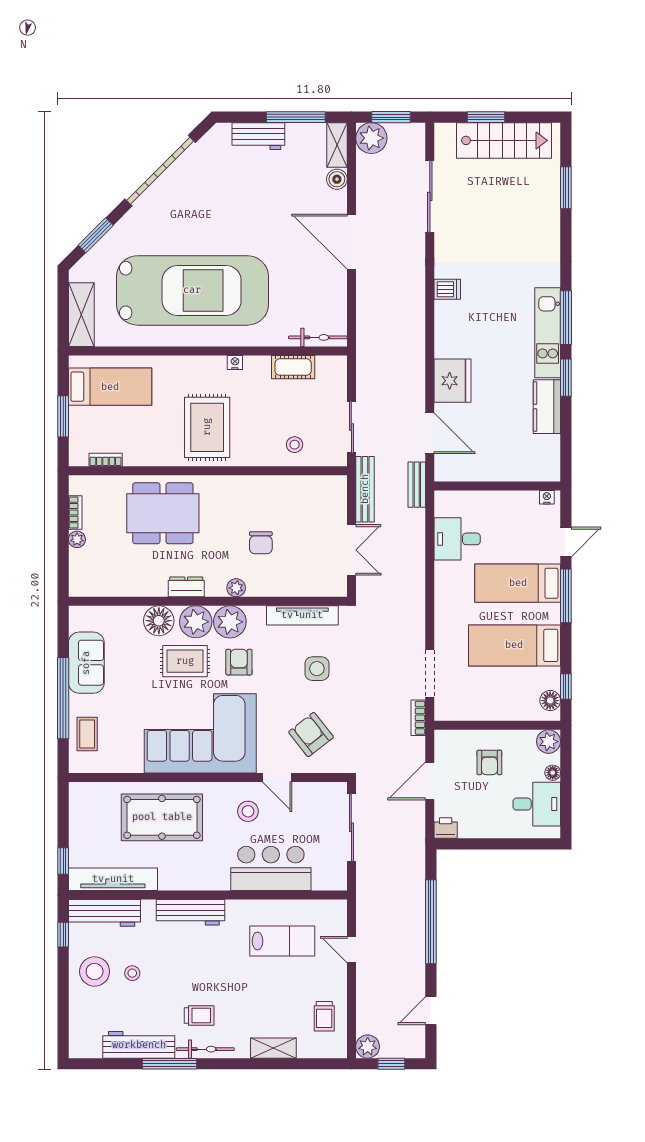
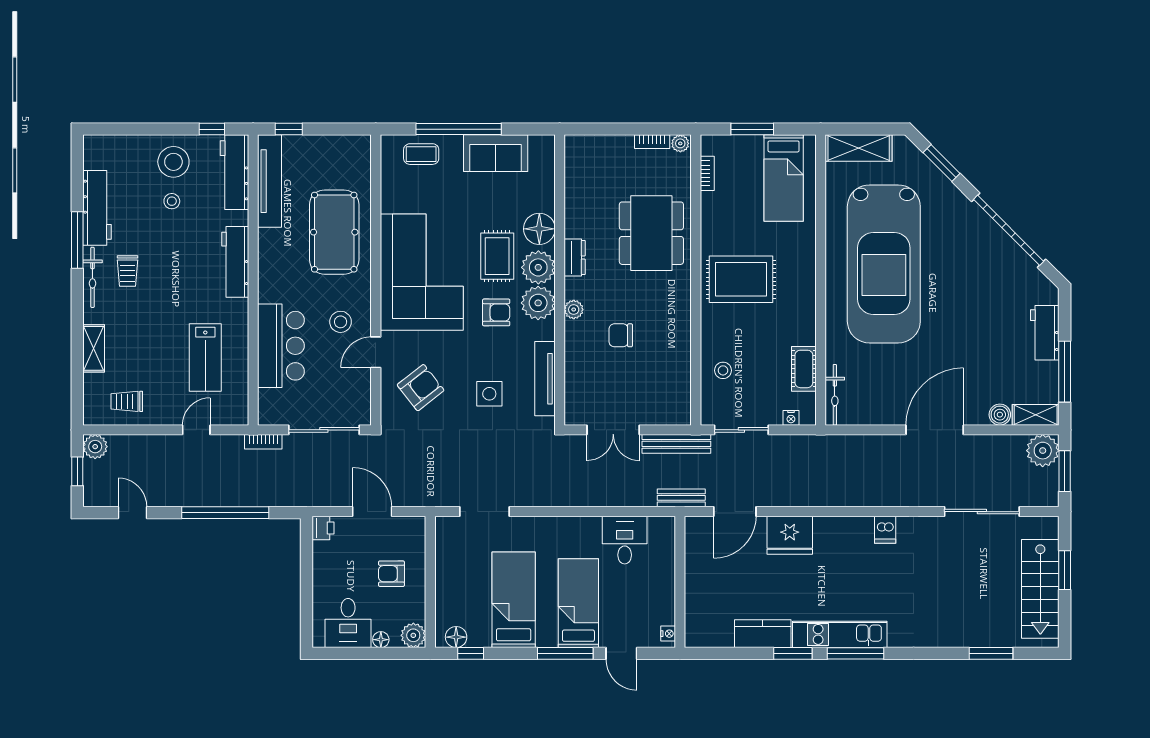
nightstand: (235, 362) -> (791, 418), moved, turned 90
plant: (77, 539) -> (680, 143), moved
bookcase: (418, 718) -> (263, 442), moved, turned 180

